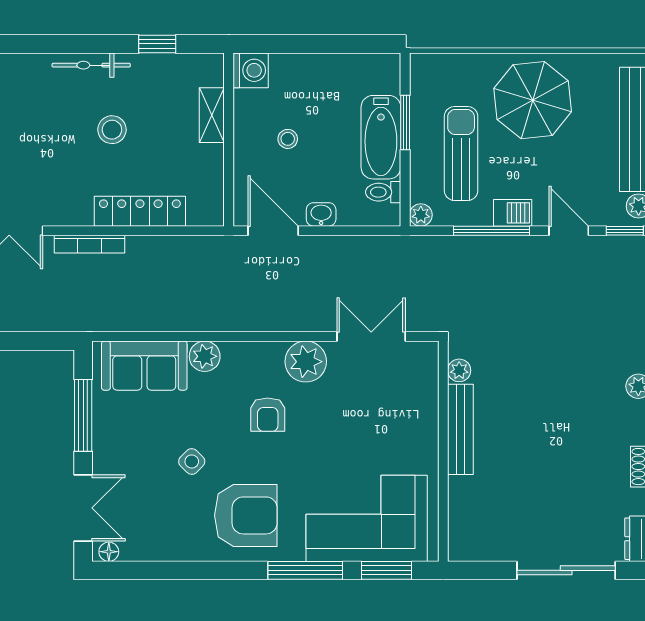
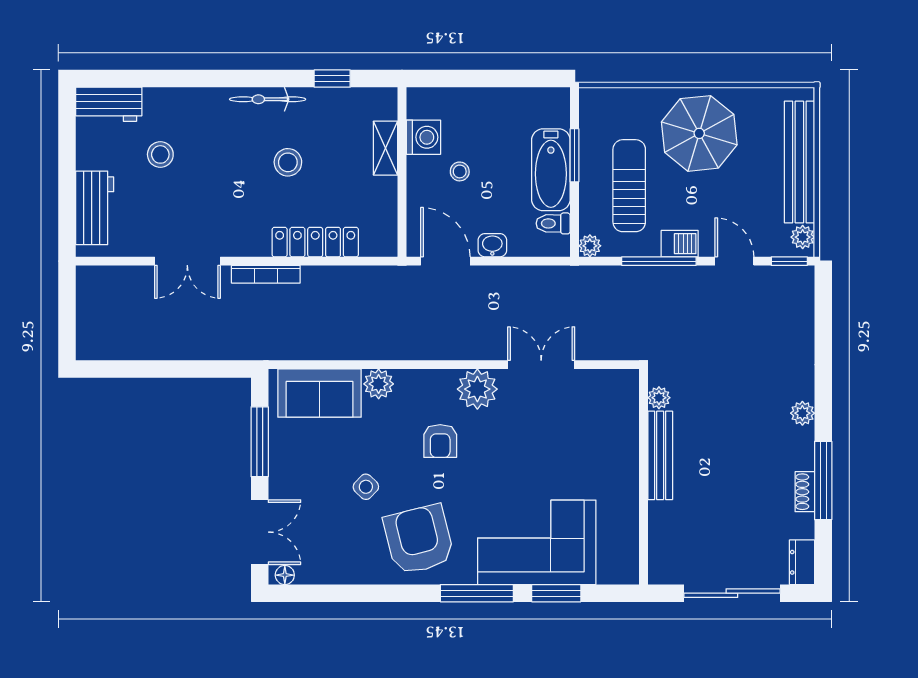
washing machine: (251, 70) -> (423, 137), moved
plant: (459, 370) -> (659, 398), moved
bench: (460, 429) -> (660, 455), moved
wall: (443, 451) -> (643, 477), moved
armchair: (246, 515) -> (419, 540), turned -104

